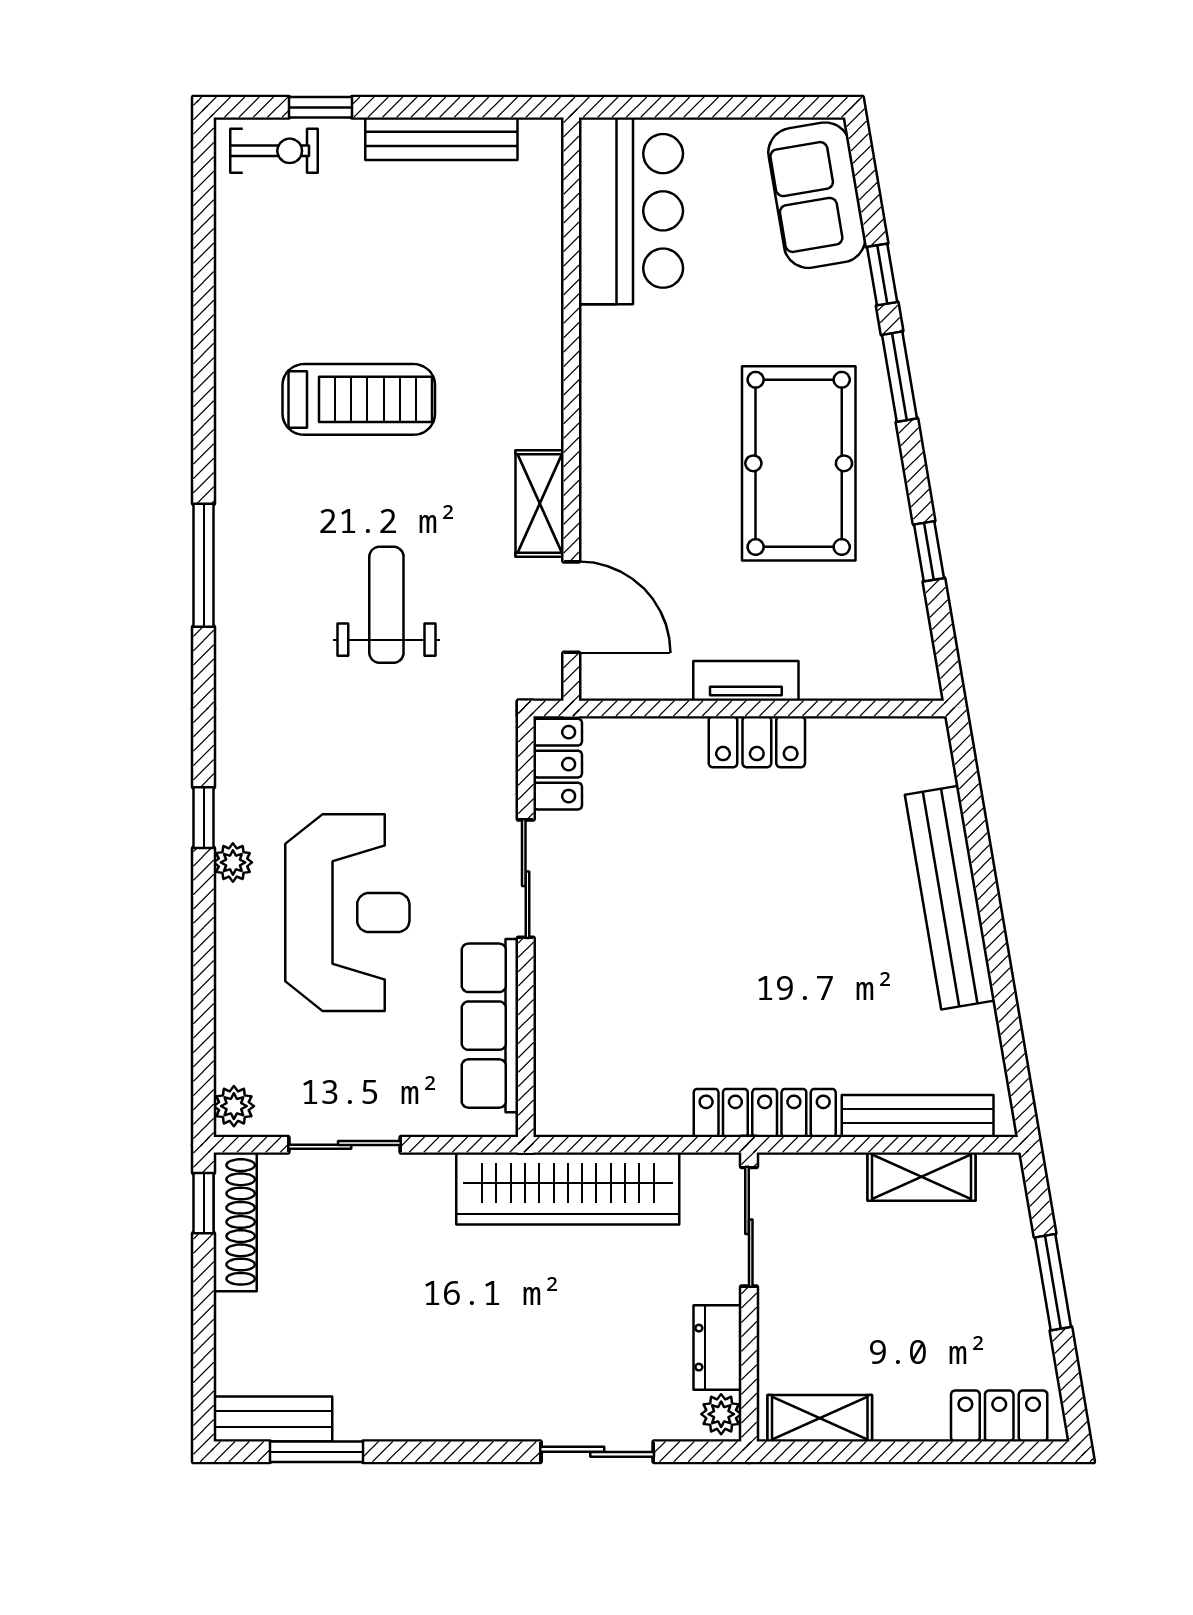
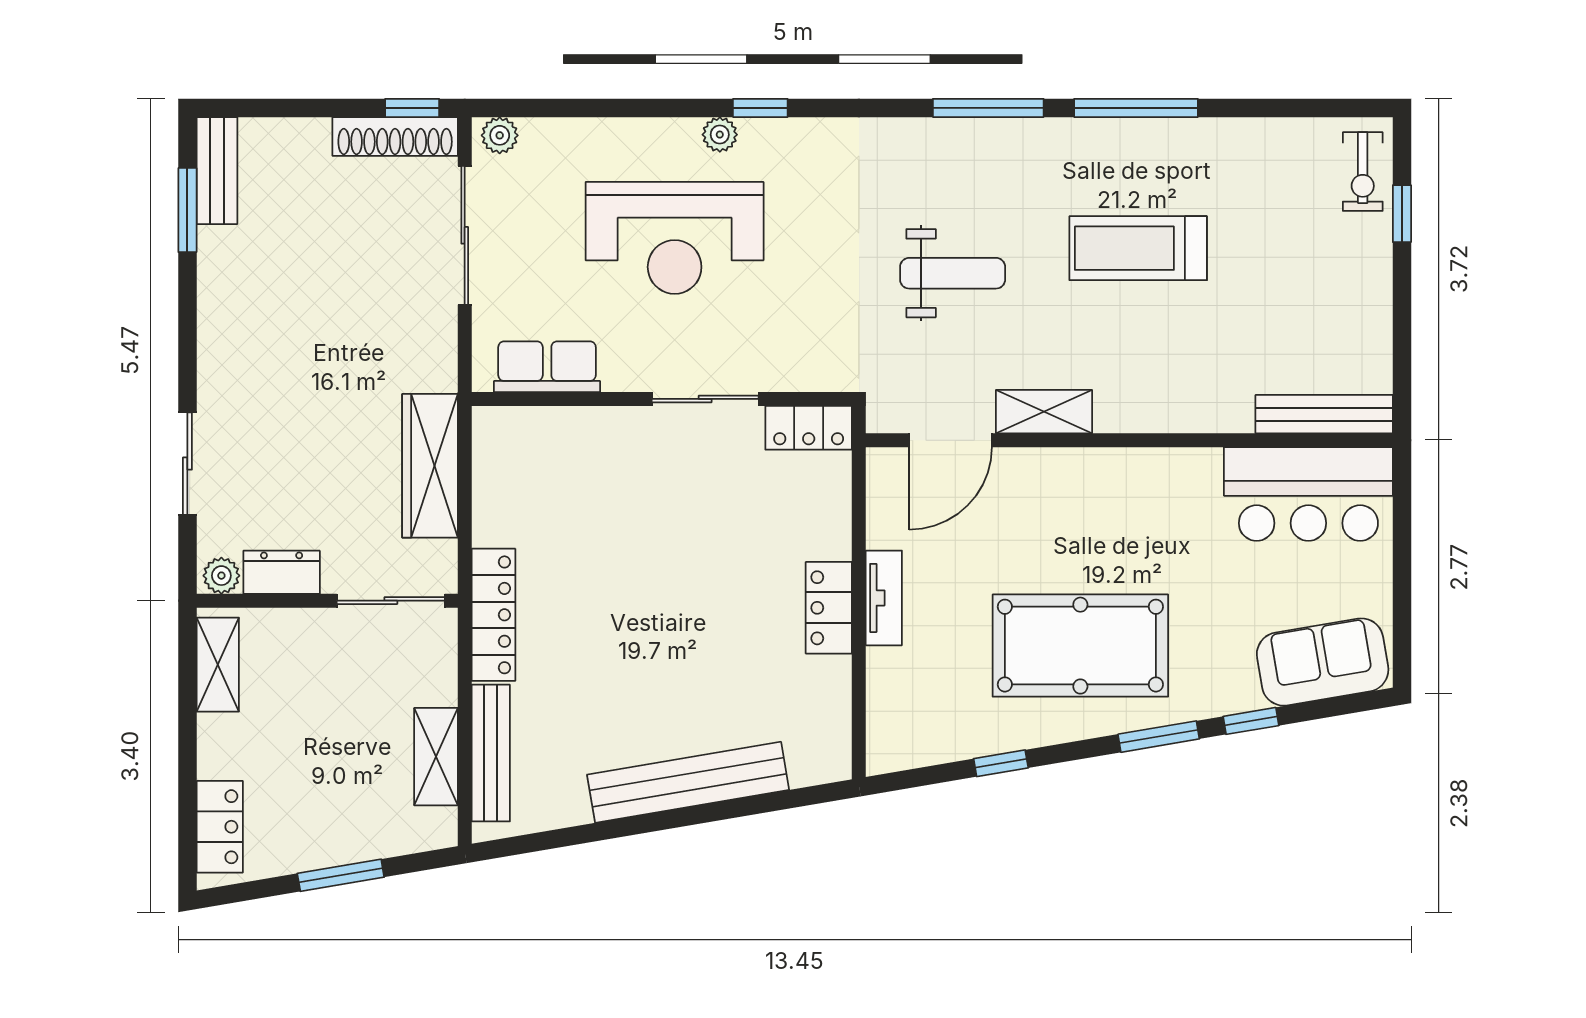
bench: (441, 139) -> (1324, 414), moved, turned 90
treadmill: (359, 399) -> (1138, 248), turned 90
window: (204, 402) -> (1136, 108), added
row of seats: (490, 1026) -> (547, 367), width x0.68
sliding door: (345, 1145) -> (465, 235), width x1.37
wardrobe: (568, 1189) -> (430, 466), width x0.71, depth x0.85

